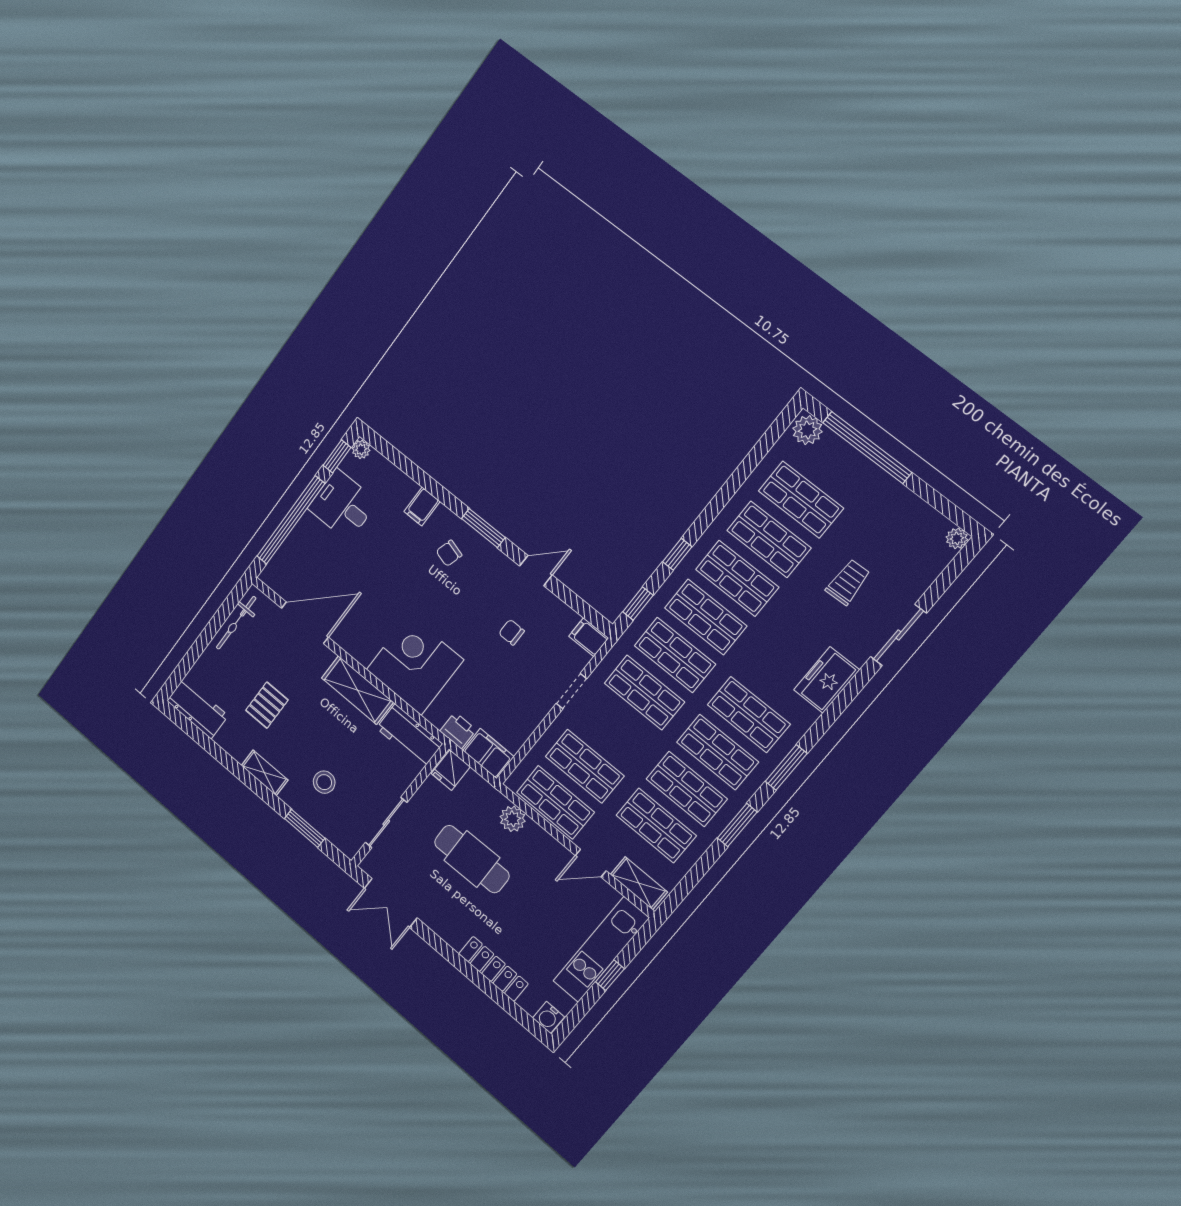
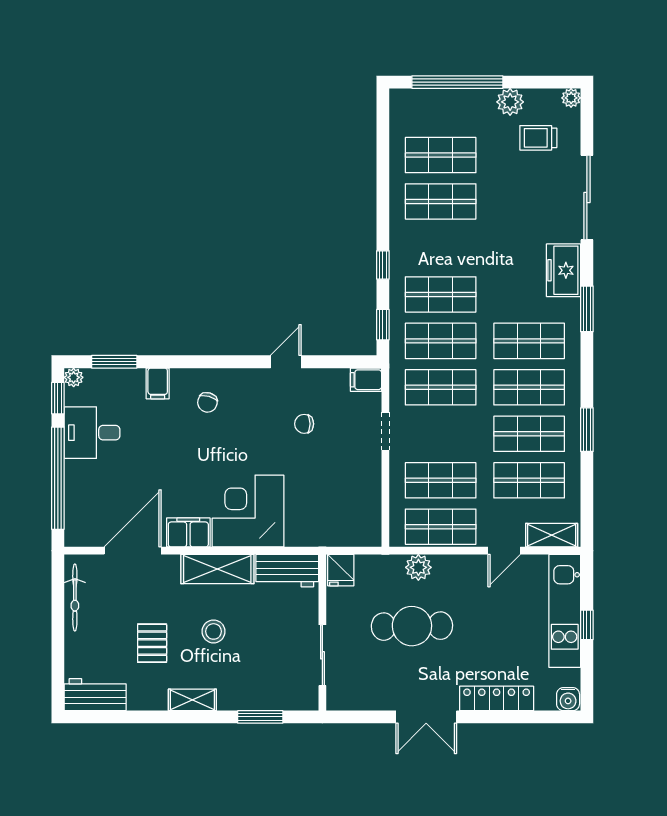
plant: (807, 430) -> (510, 102), moved
window: (483, 528) -> (114, 362), moved
shop shelf: (737, 578) -> (441, 248), removed
trolley: (848, 582) -> (538, 138), moved, turned -88
sliding door: (898, 635) -> (587, 197), width x1.37
printer: (458, 730) -> (322, 534), removed
filing cabinet: (488, 754) -> (188, 532), moved
window: (786, 767) -> (587, 309), moved
stool: (324, 782) -> (214, 631), moved
double door: (391, 903) -> (426, 717), moved

